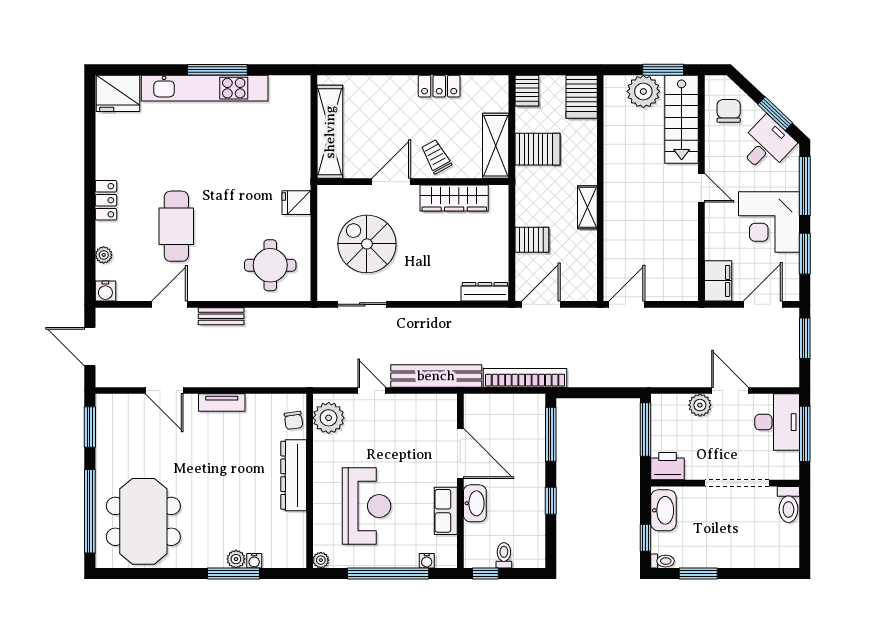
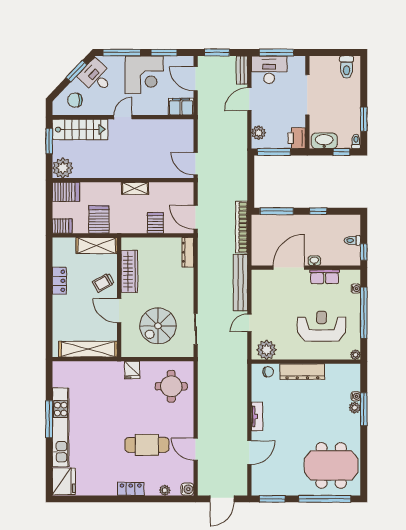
plant: (643, 91) -> (63, 168), moved
bench: (221, 316) -> (242, 70), moved
plant: (700, 405) -> (259, 133), moved
washbasin: (475, 503) -> (314, 261), width x0.52, depth x0.69
toilet: (788, 504) -> (347, 67), moved, turned 90

